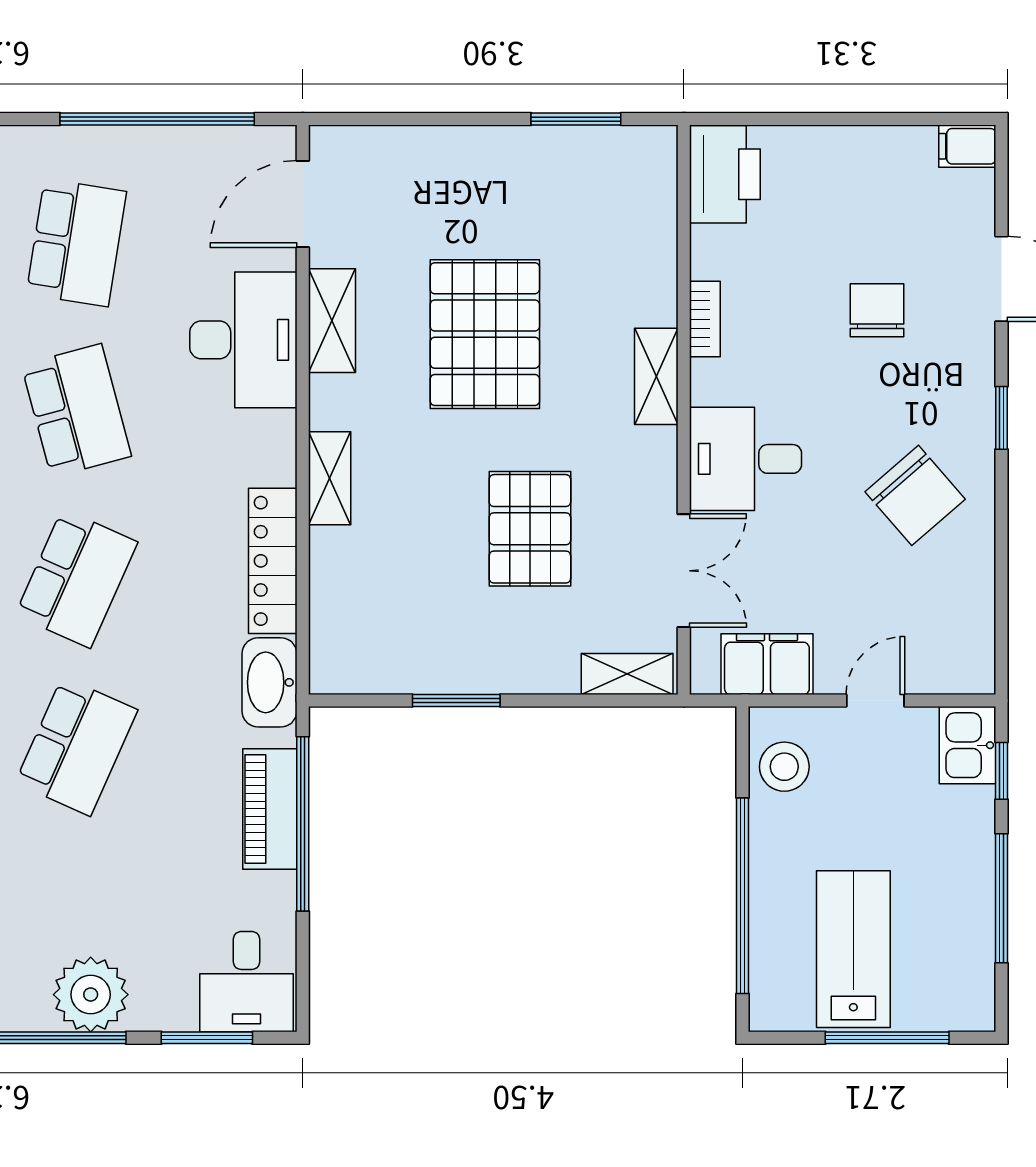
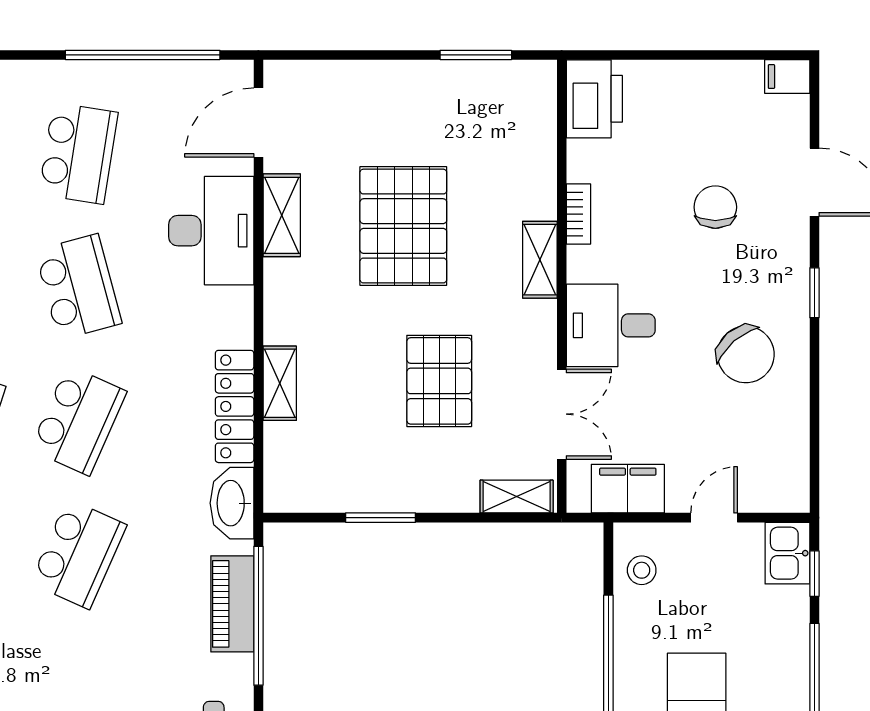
shelving: (330, 478) -> (280, 383), moved
stool: (784, 767) -> (642, 570), width x0.73, depth x0.73

